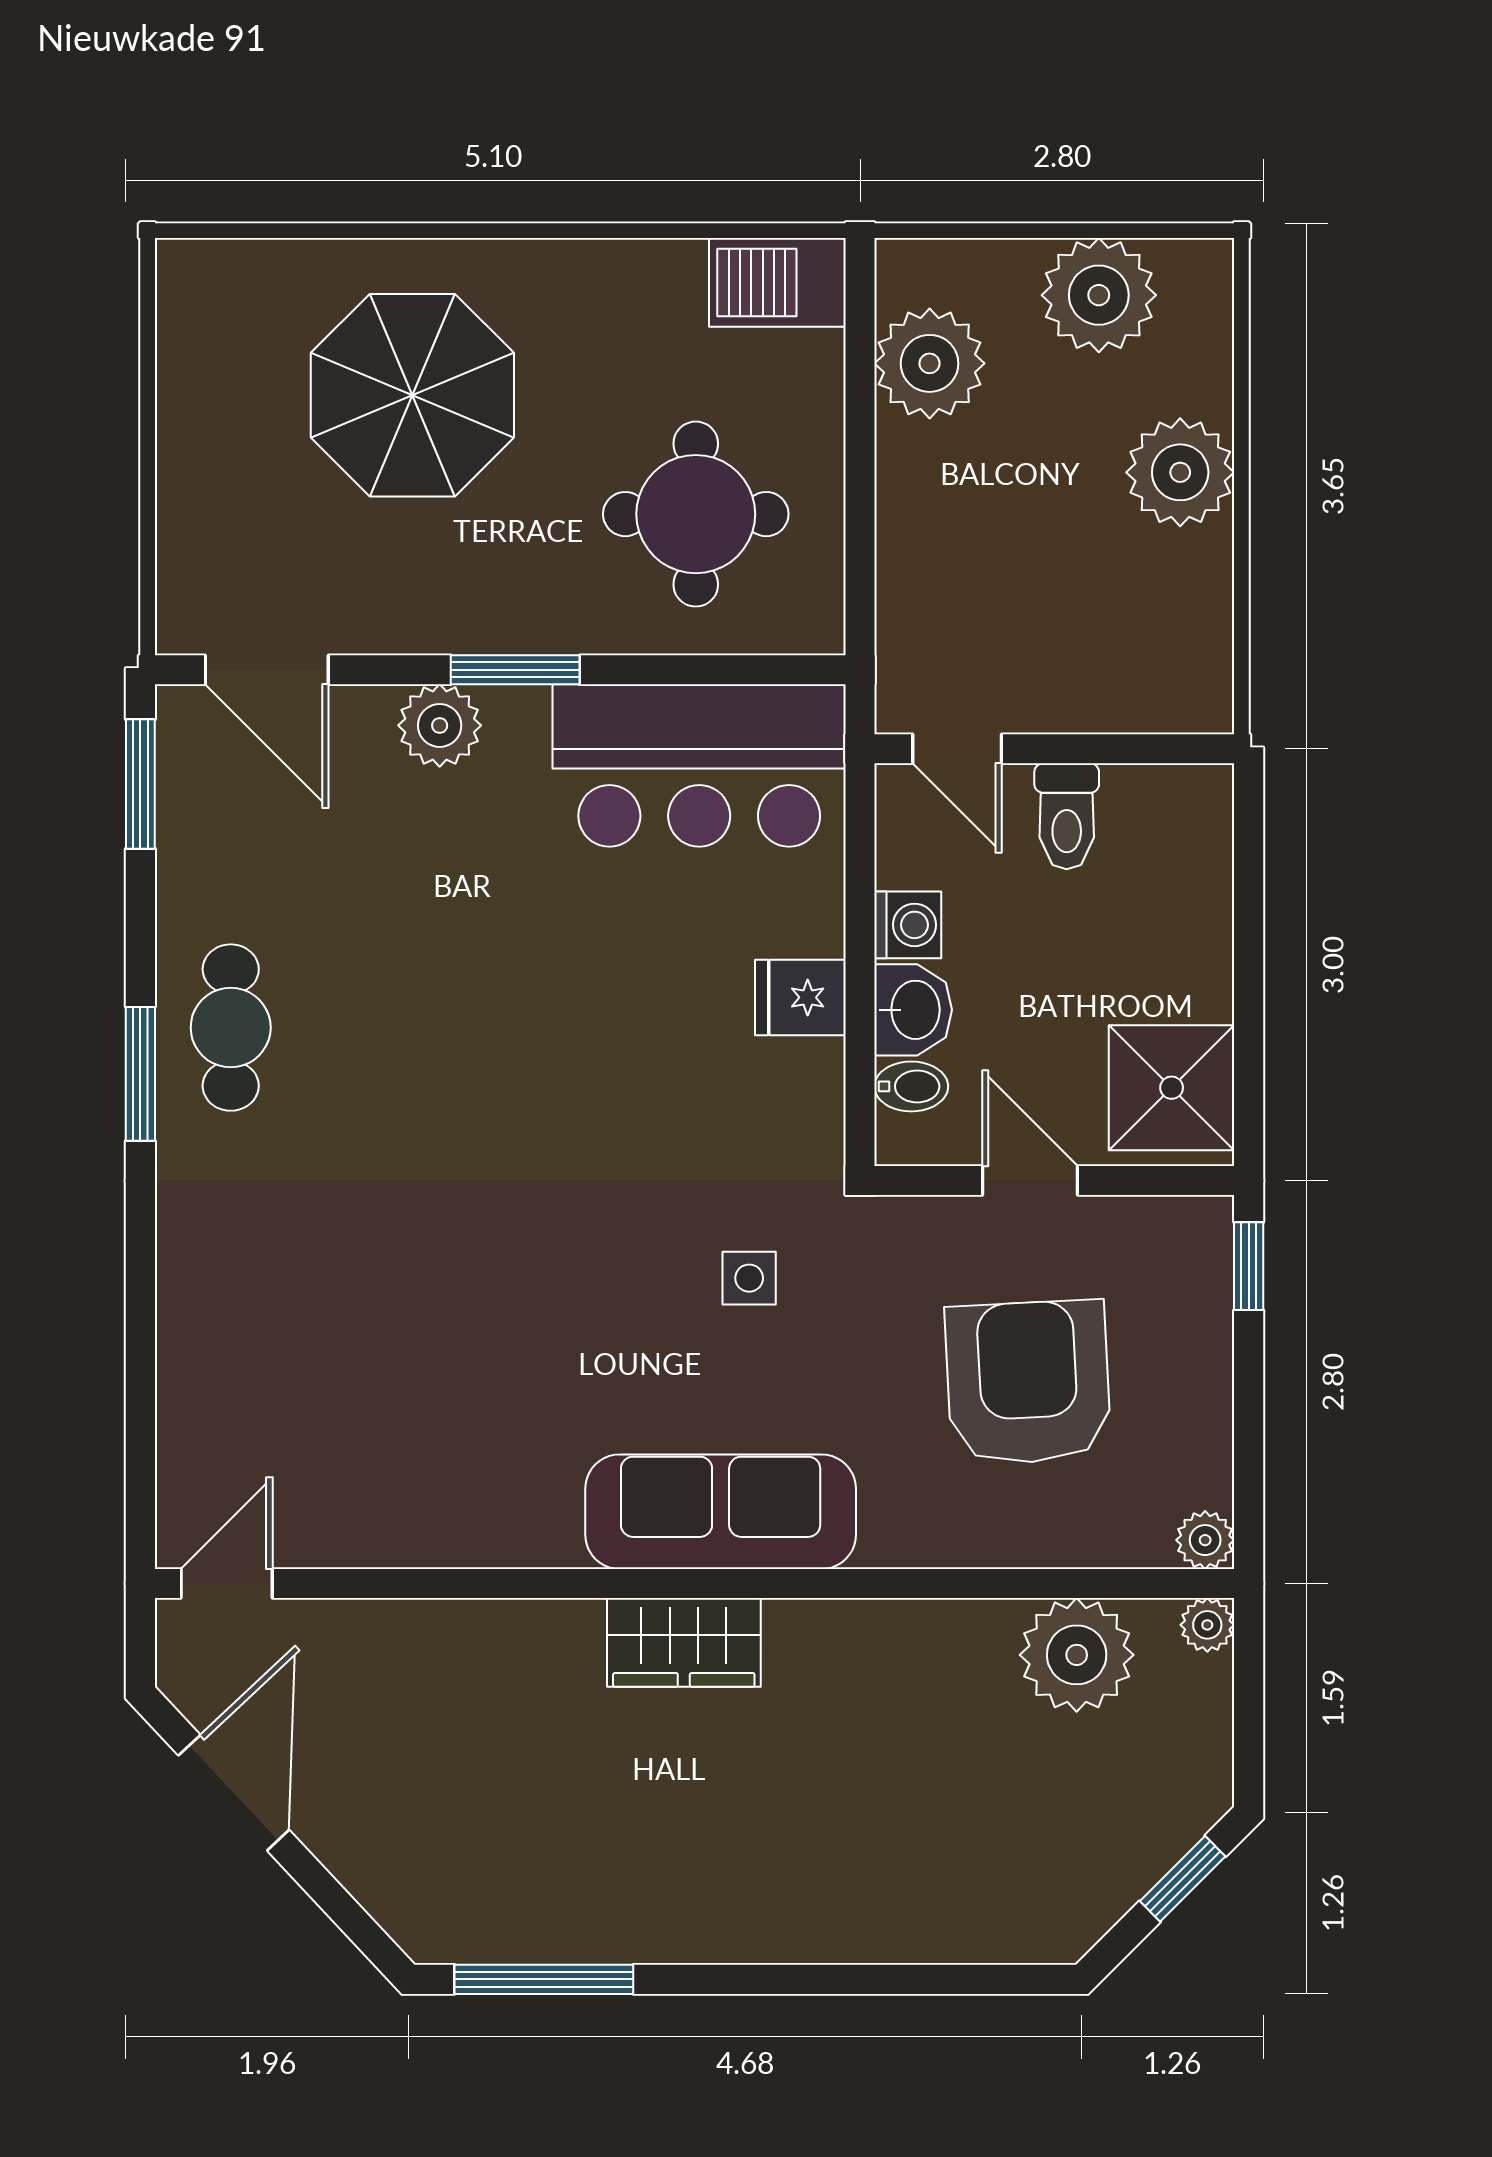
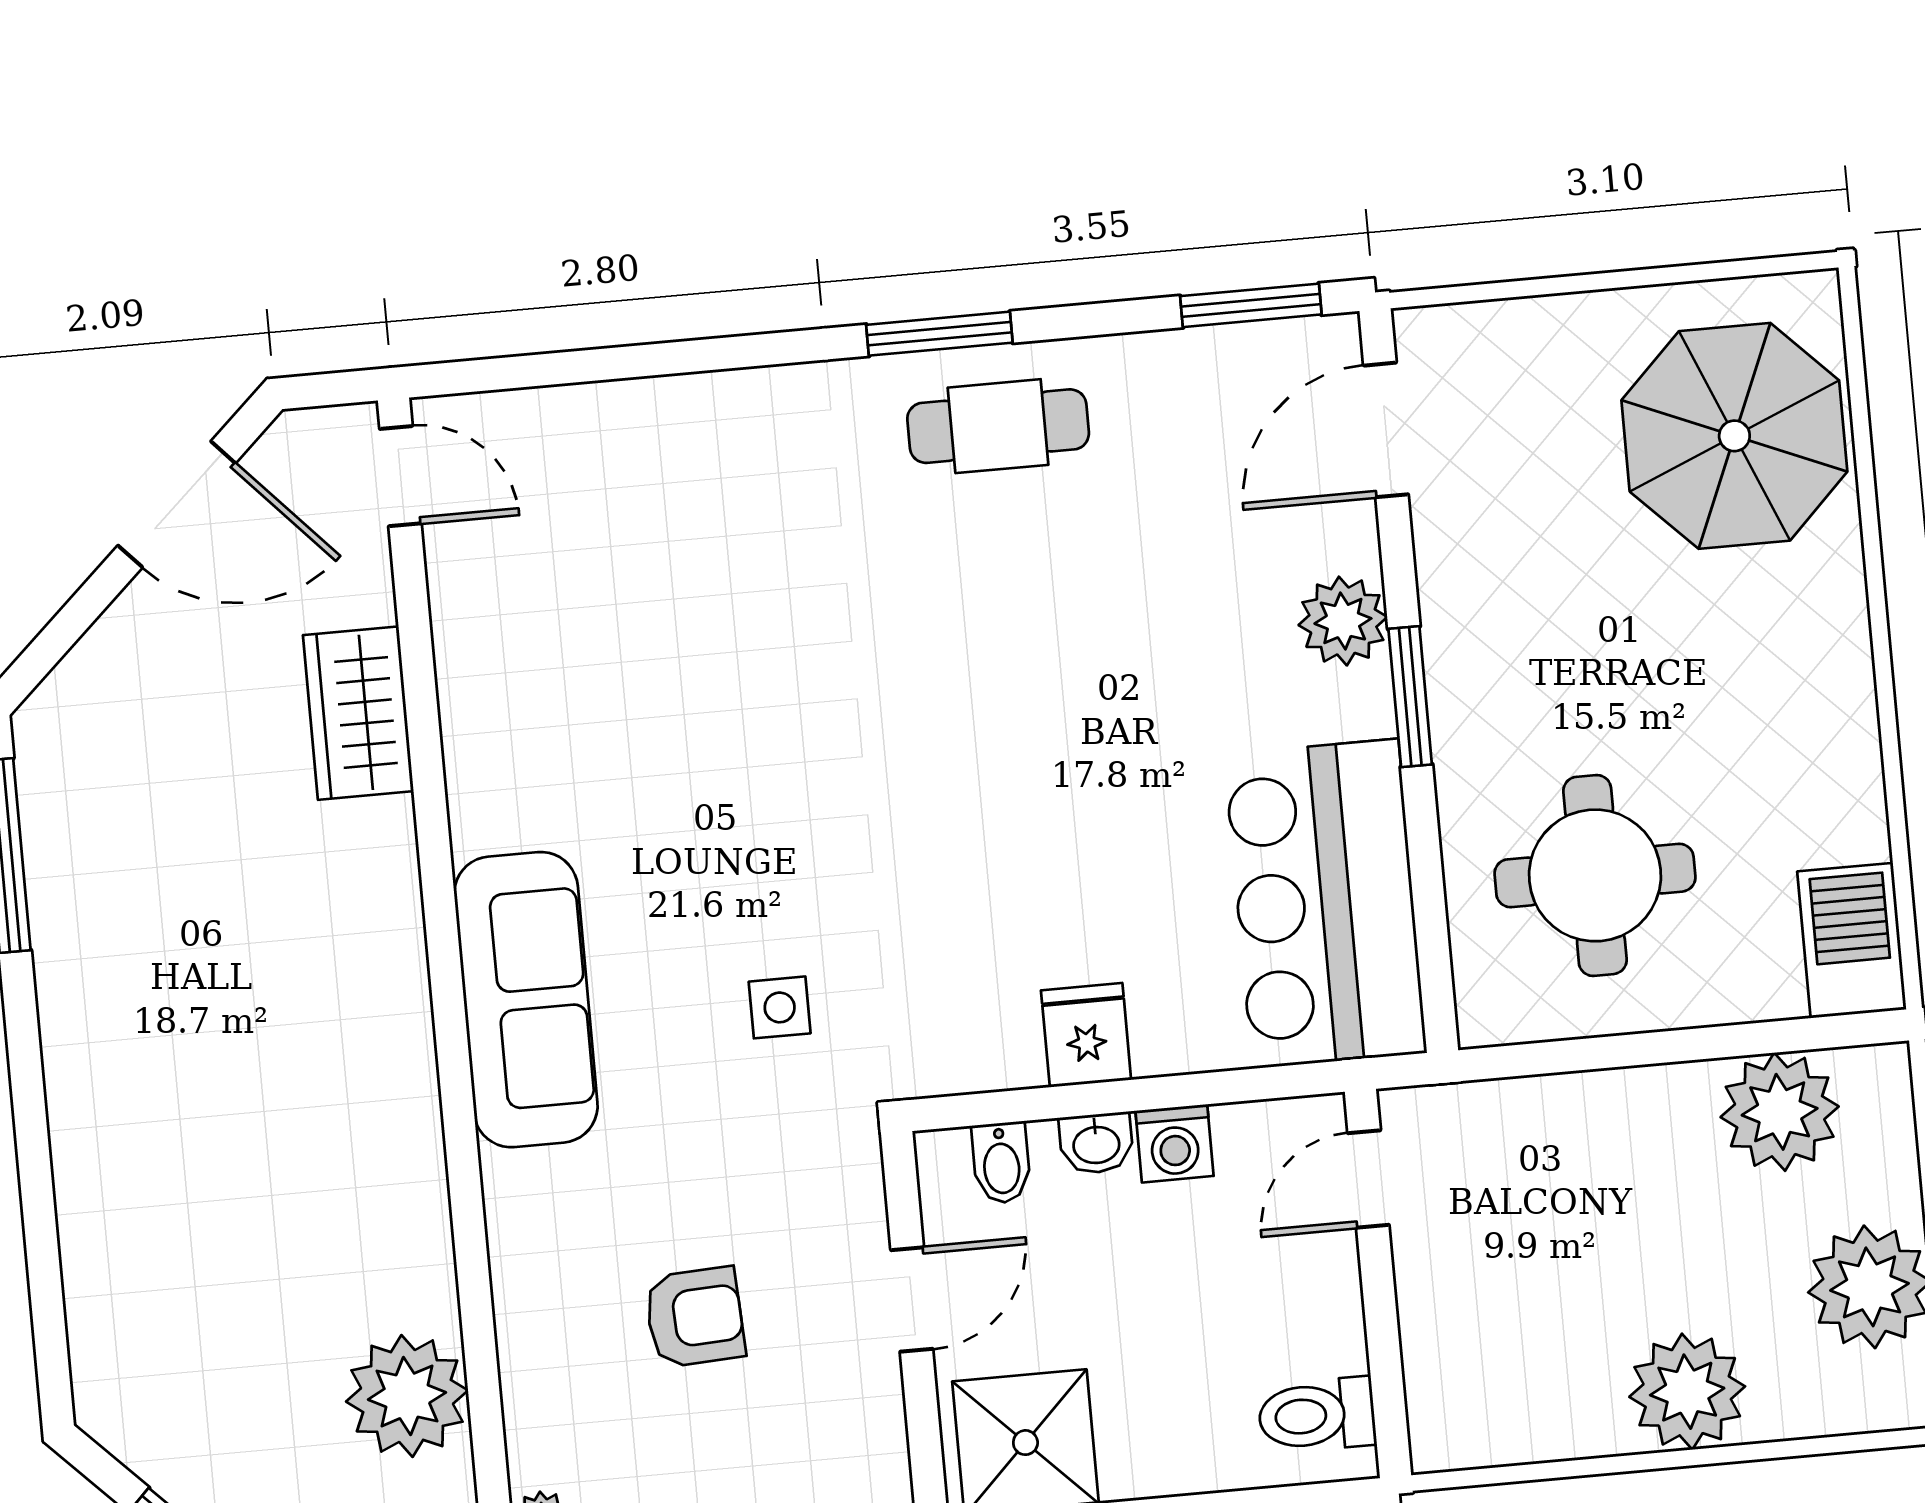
parasol: (412, 395) -> (1734, 436), moved
toilet: (1067, 816) -> (1317, 1415), moved
washbasin: (913, 1010) -> (1096, 1143), width x0.72, depth x0.69
armchair: (1028, 1382) -> (695, 1317), width x0.53, depth x0.53
wardrobe: (684, 1642) -> (358, 713), moved

